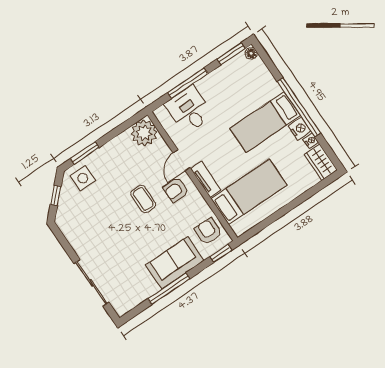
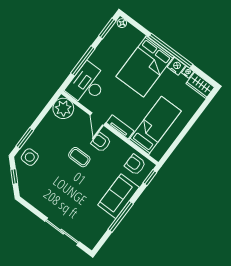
desk: (189, 110) -> (87, 84), width x1.37
bed: (265, 122) -> (145, 67), width x1.50
armchair: (176, 190) -> (101, 142), turned 90

